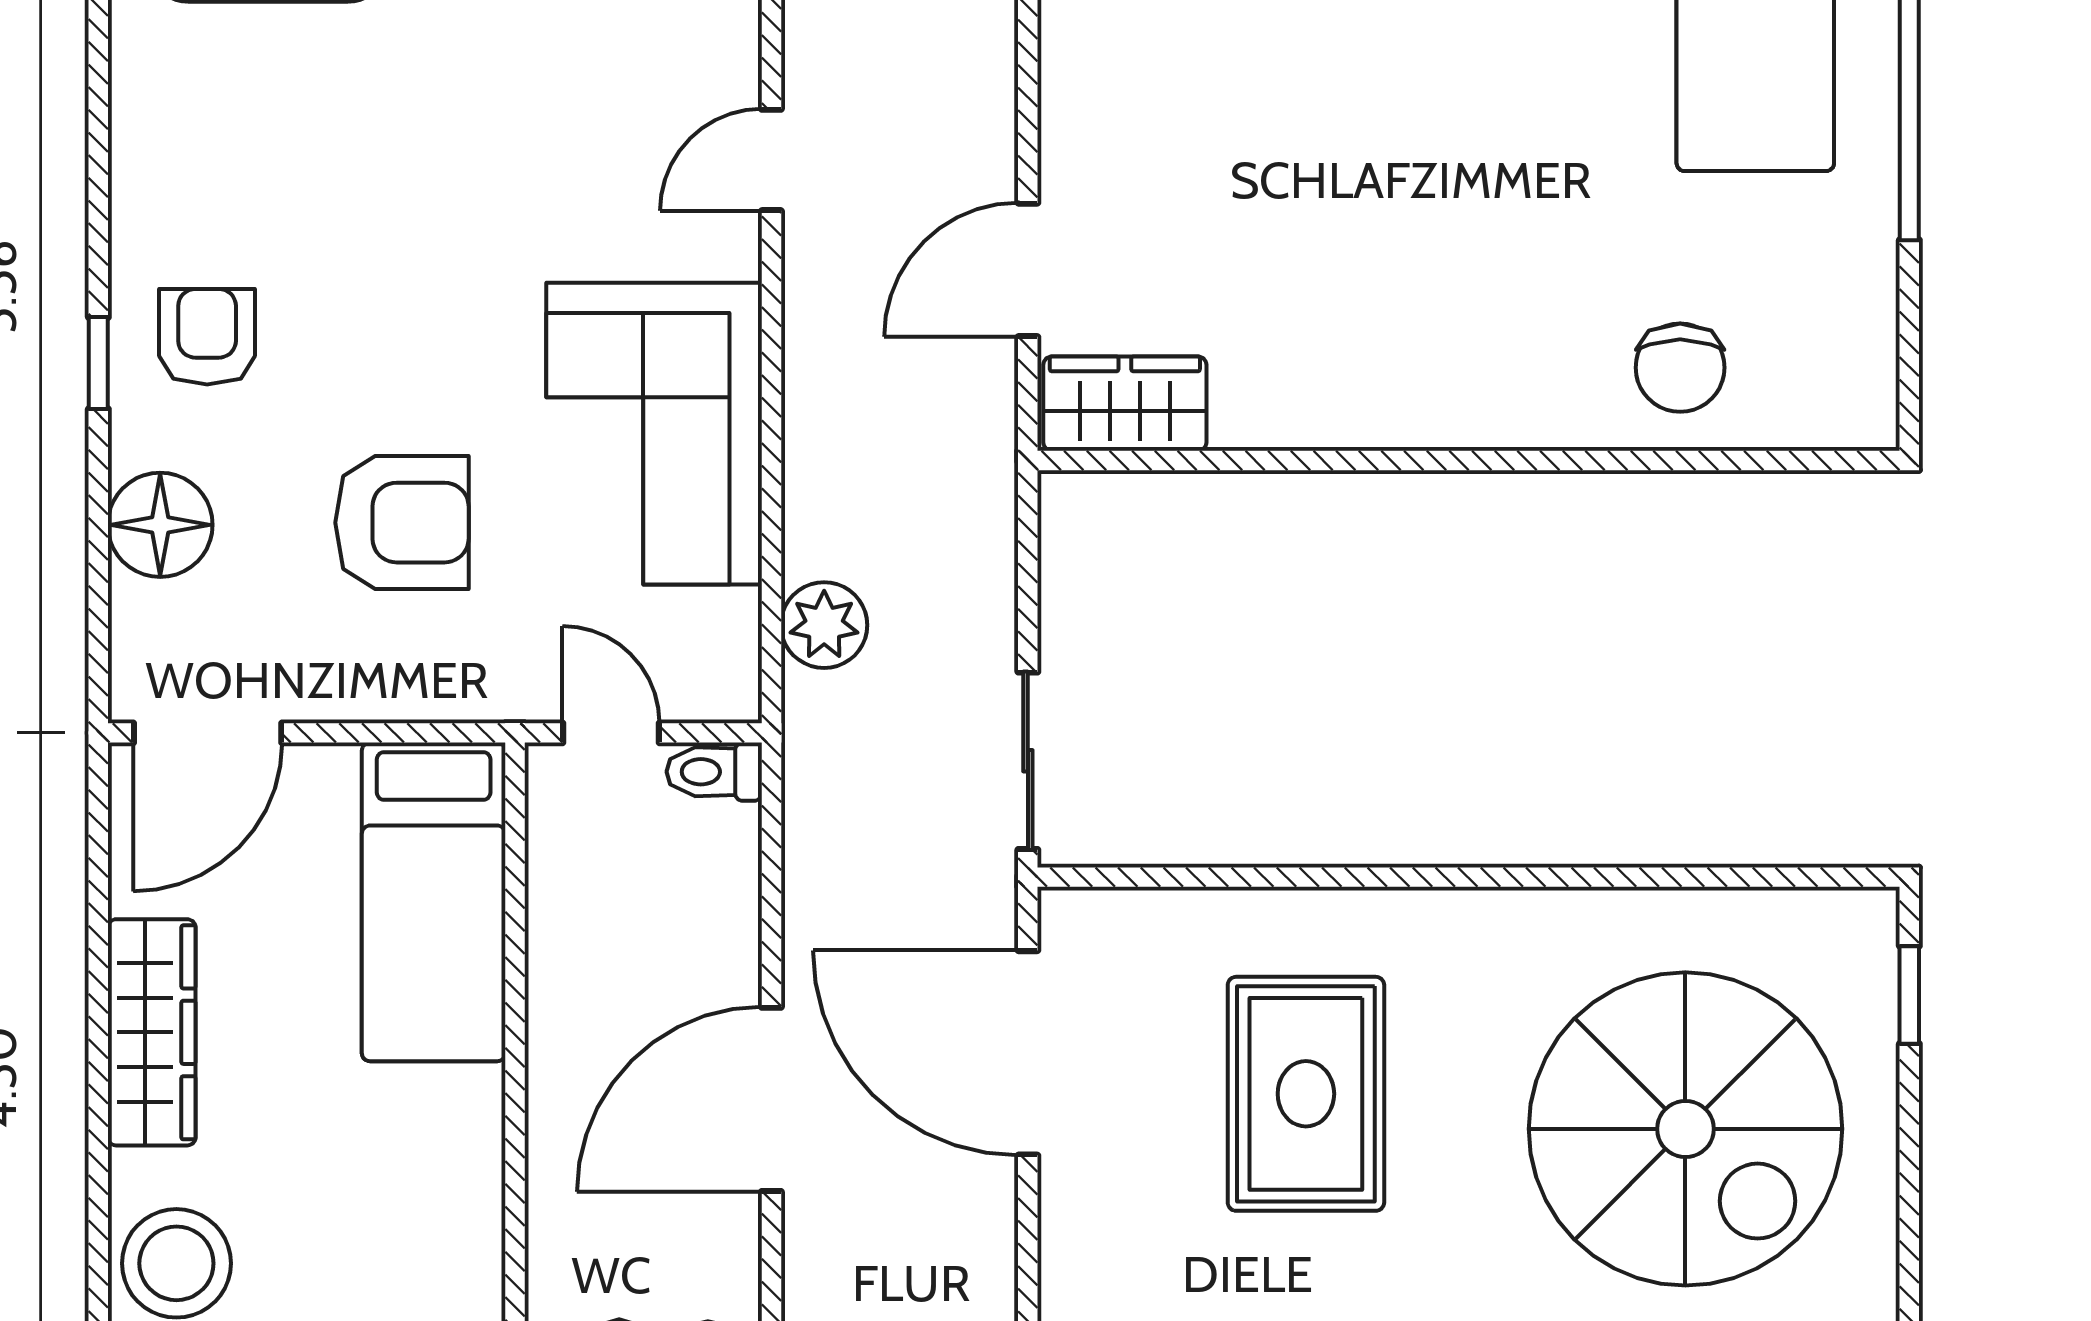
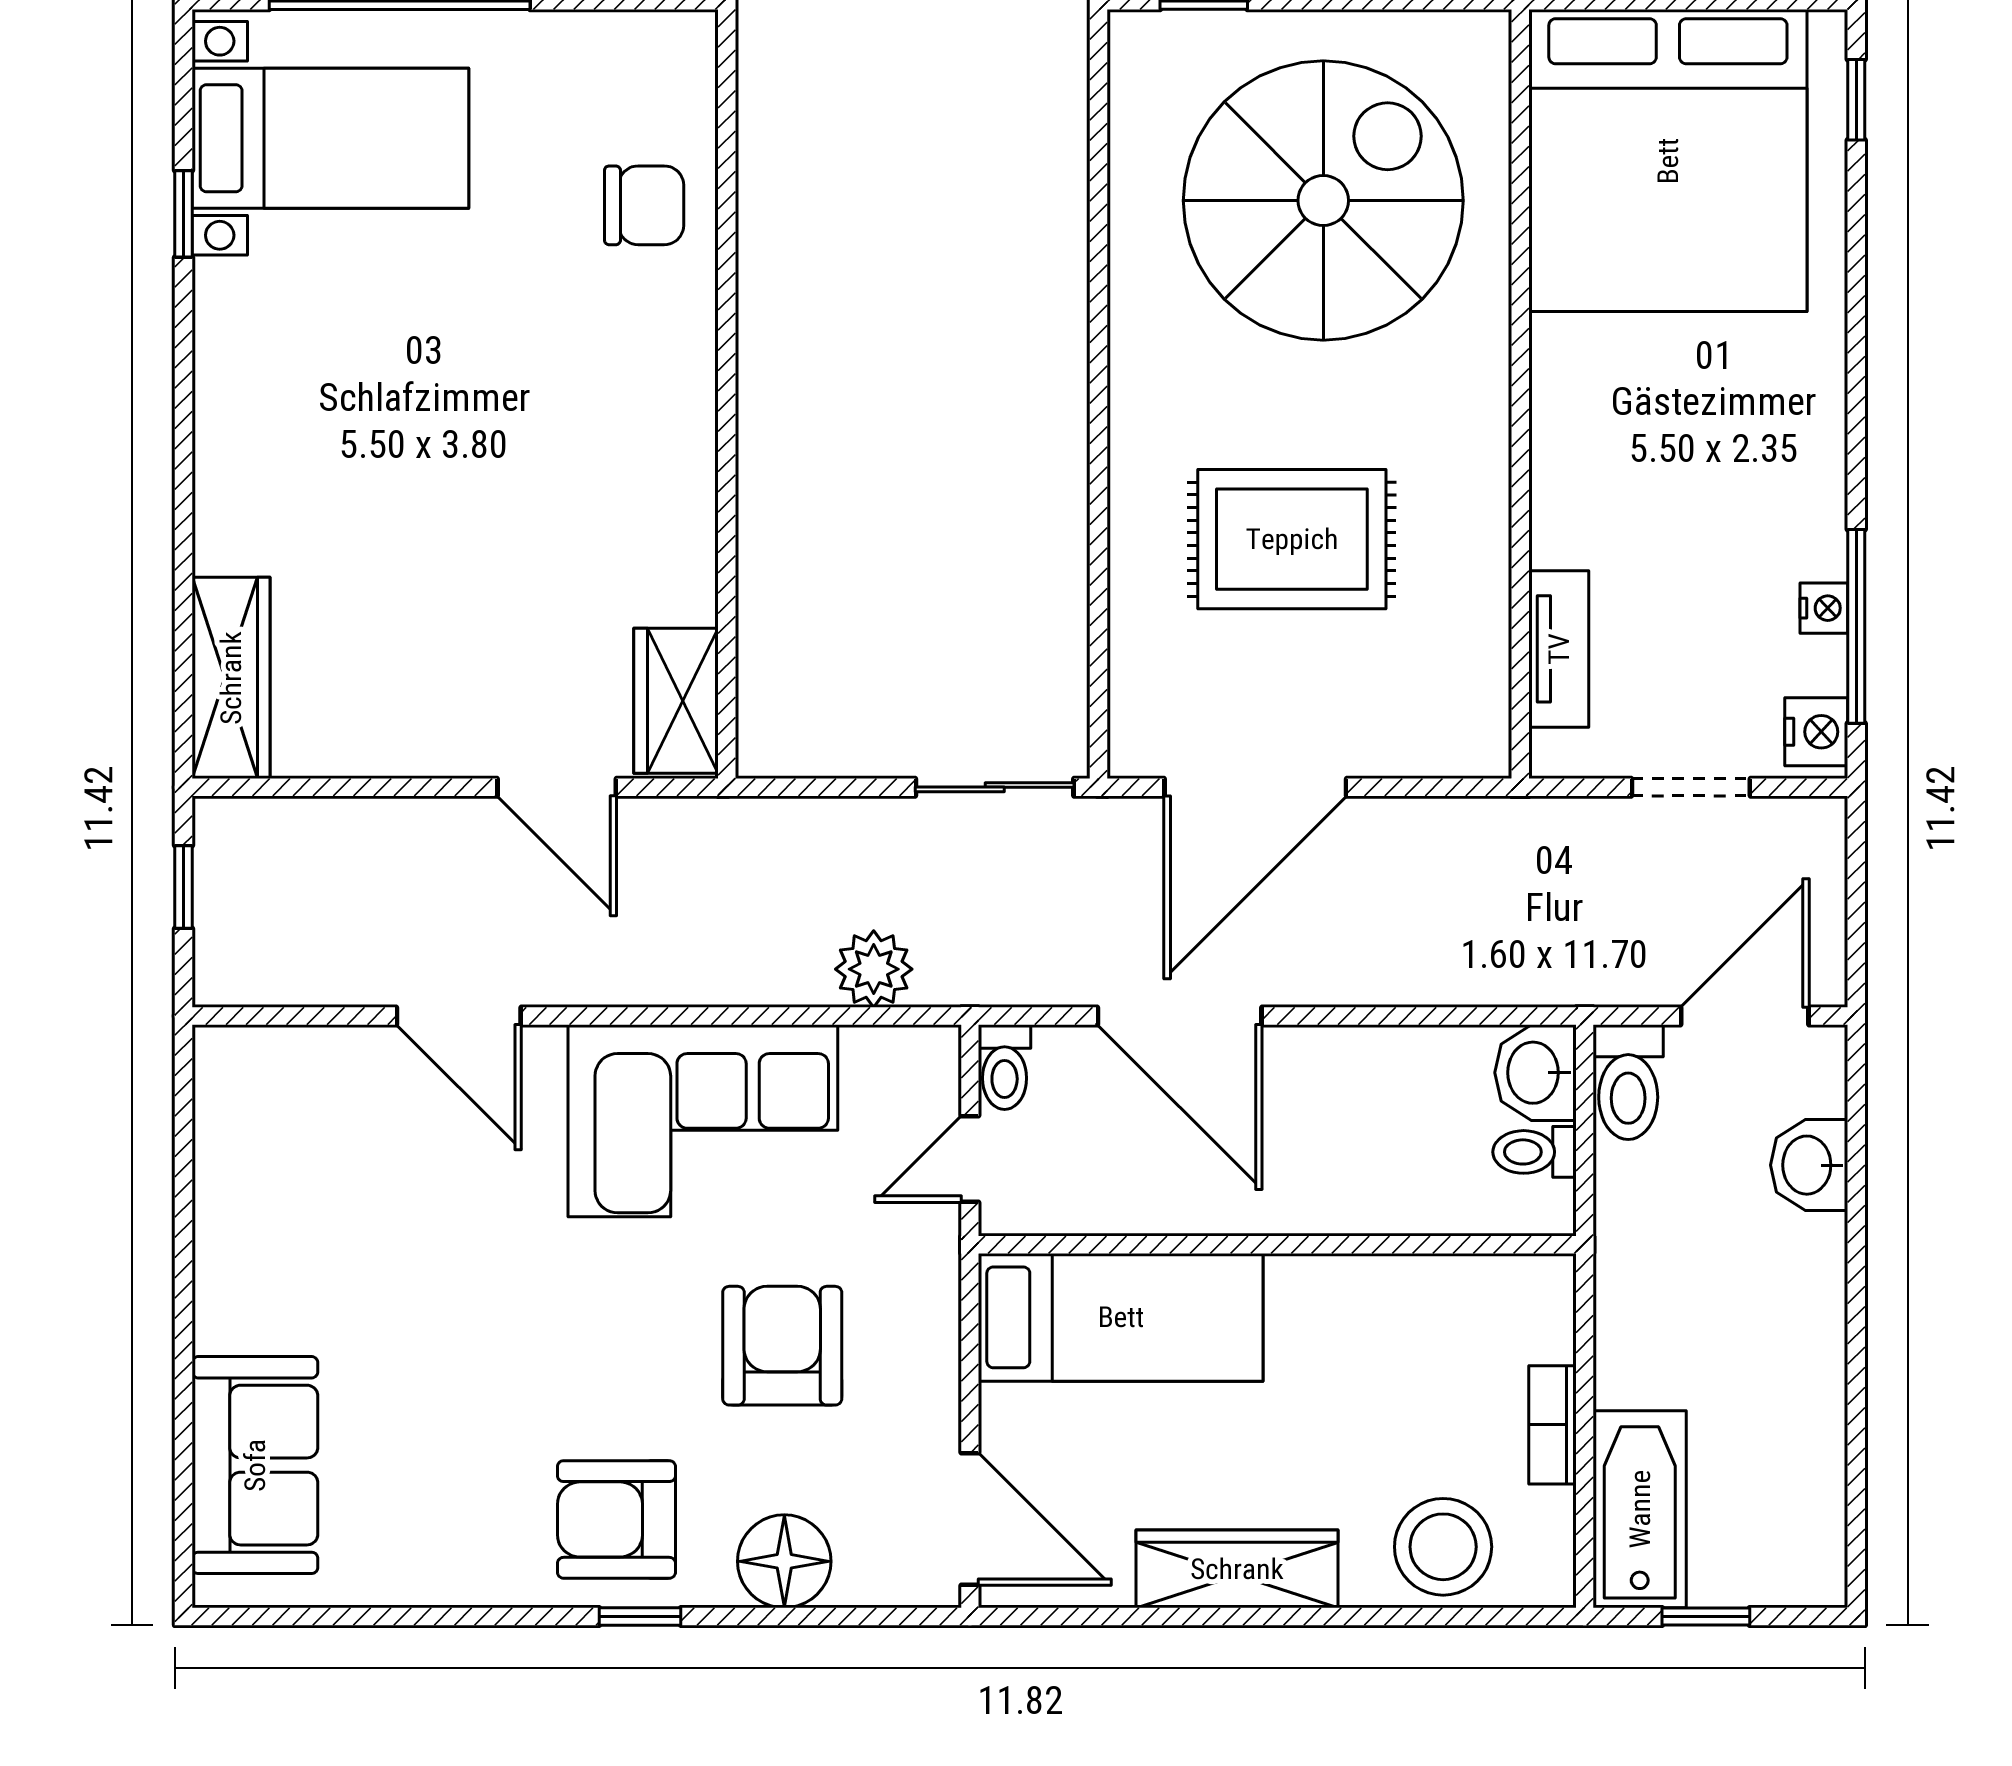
door: (771, 160) -> (459, 1016), width x1.38
armchair: (207, 337) -> (616, 1519), width x1.38, depth x1.38
door: (771, 1099) -> (1180, 1016), moved

